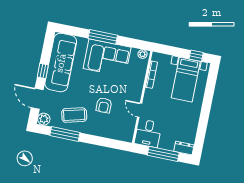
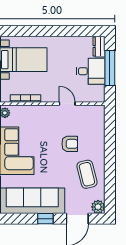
door: (140, 110) -> (67, 104), swing flipped
desk: (148, 133) -> (91, 71), moved
window: (65, 134) -> (110, 180), removed

